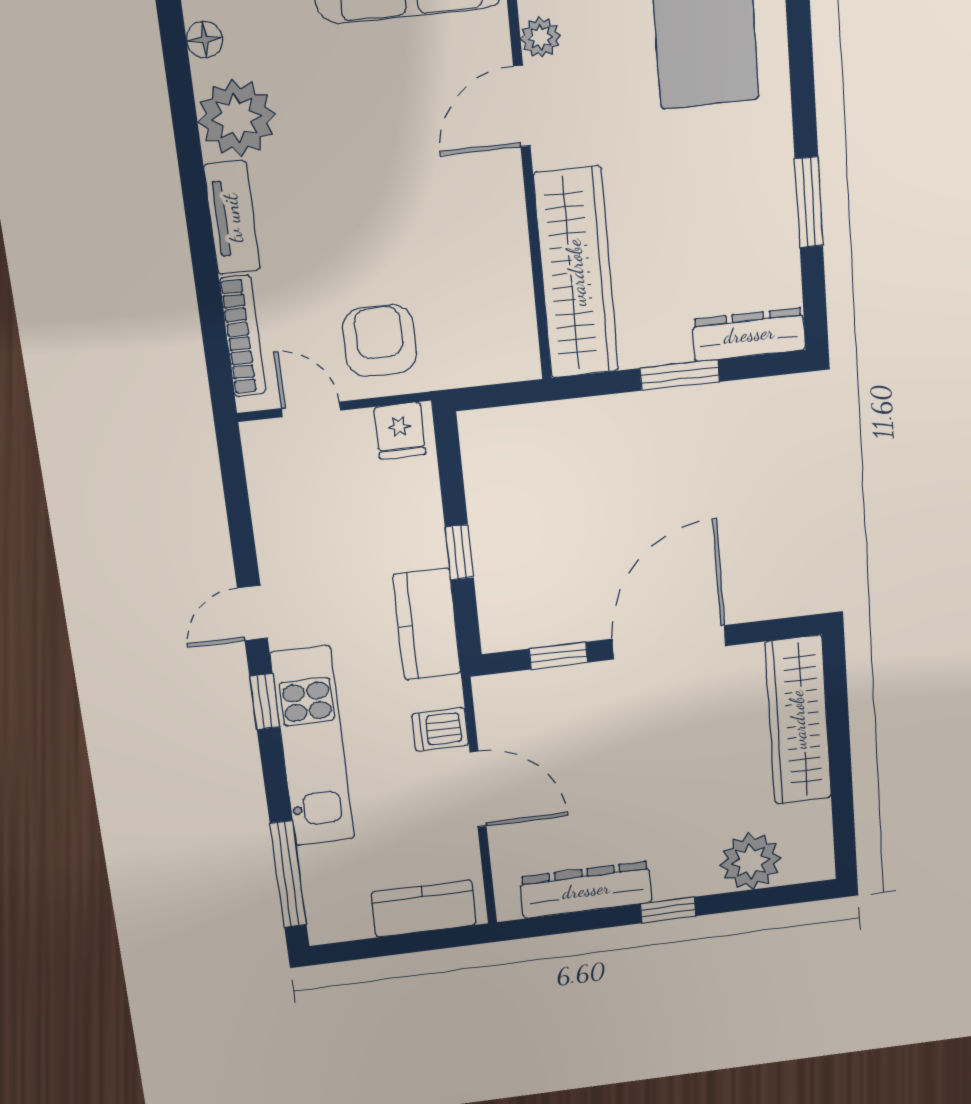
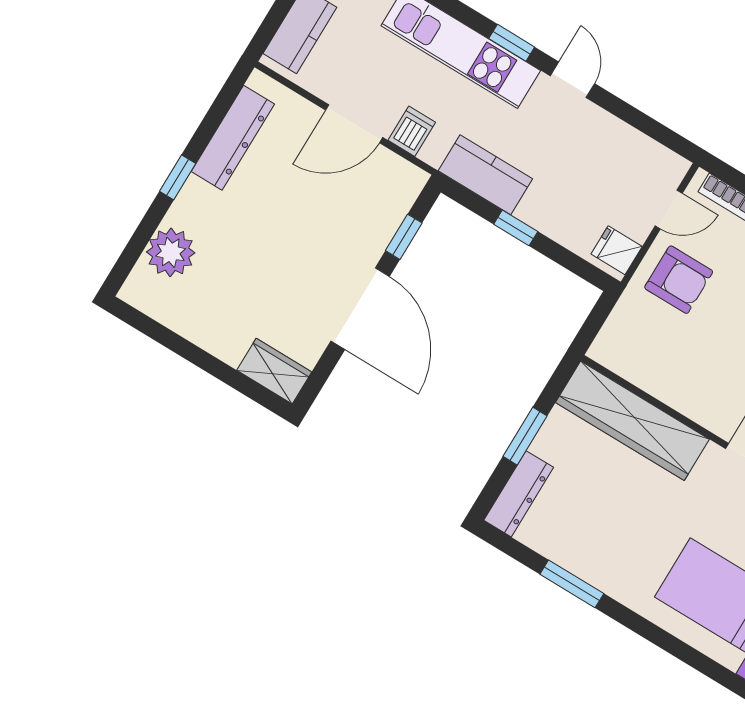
wardrobe: (798, 720) -> (274, 371), width x0.48, depth x0.85

